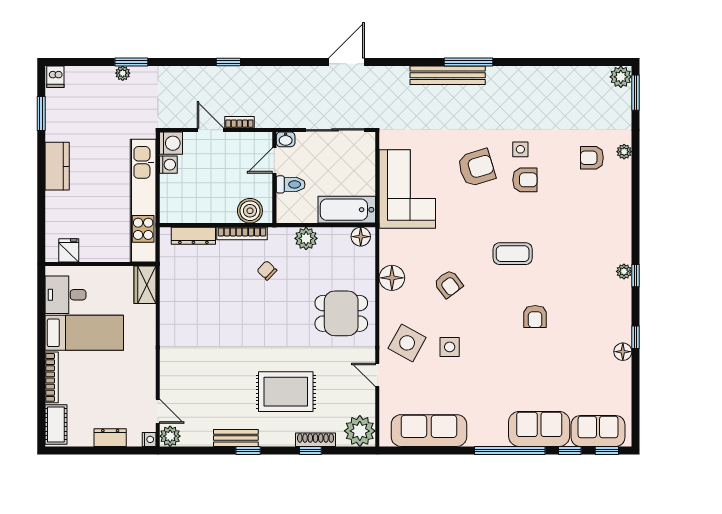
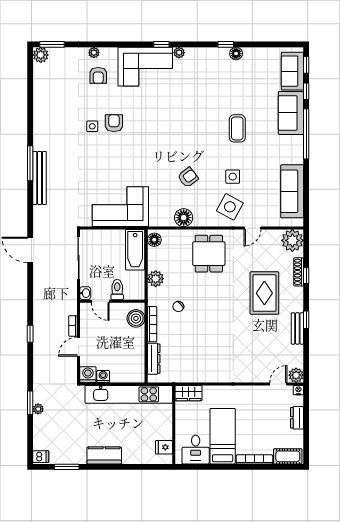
armchair: (476, 168) -> (105, 158), removed
corner sofa: (604, 224) -> (145, 67), added
coffee table: (513, 254) -> (237, 128), moved
window: (636, 276) -> (161, 44), moved
armchair: (535, 317) -> (211, 116), removed

